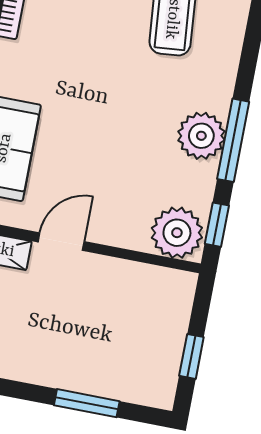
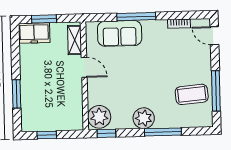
window: (233, 140) -> (163, 132), moved

